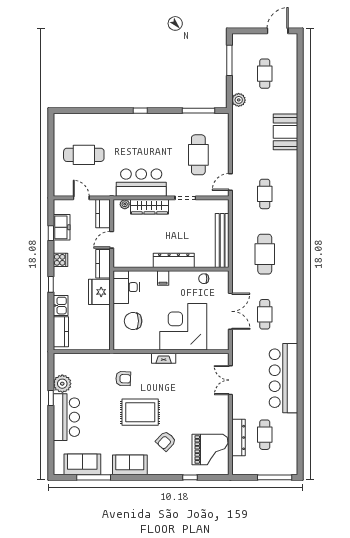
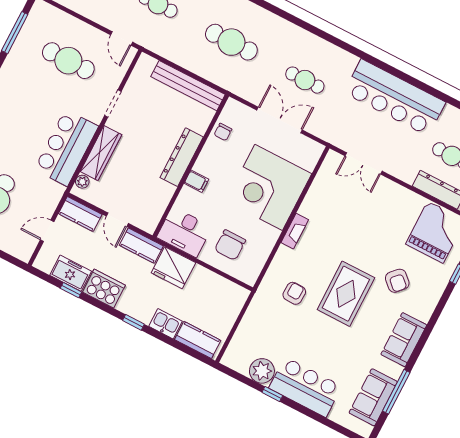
cooker: (60, 260) -> (104, 289), width x1.87, depth x1.31

